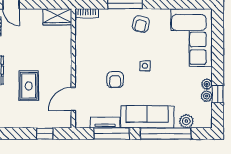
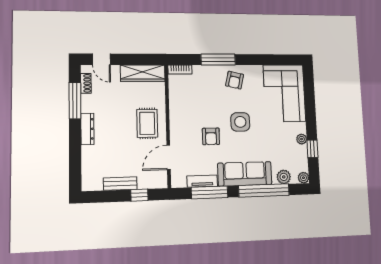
wardrobe: (57, 17) -> (143, 73), width x1.50
side table: (145, 66) -> (240, 122), width x1.87, depth x1.87
rug: (29, 86) -> (147, 123), moved
plant: (207, 96) -> (303, 178), moved
bench: (27, 122) -> (120, 184), added

